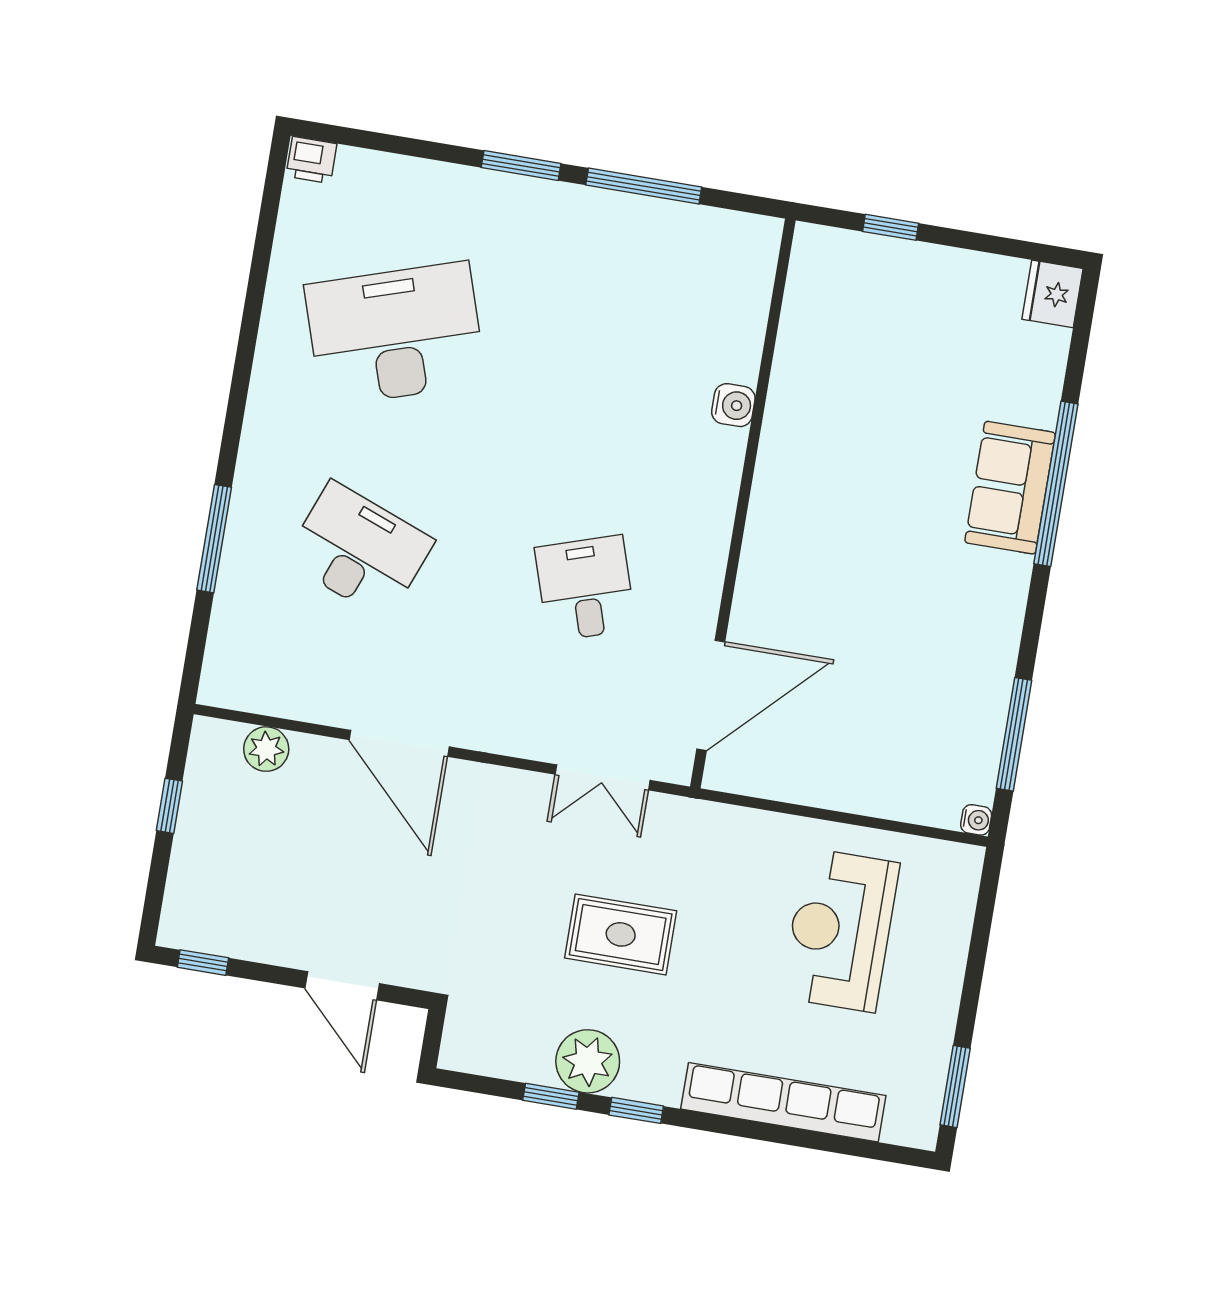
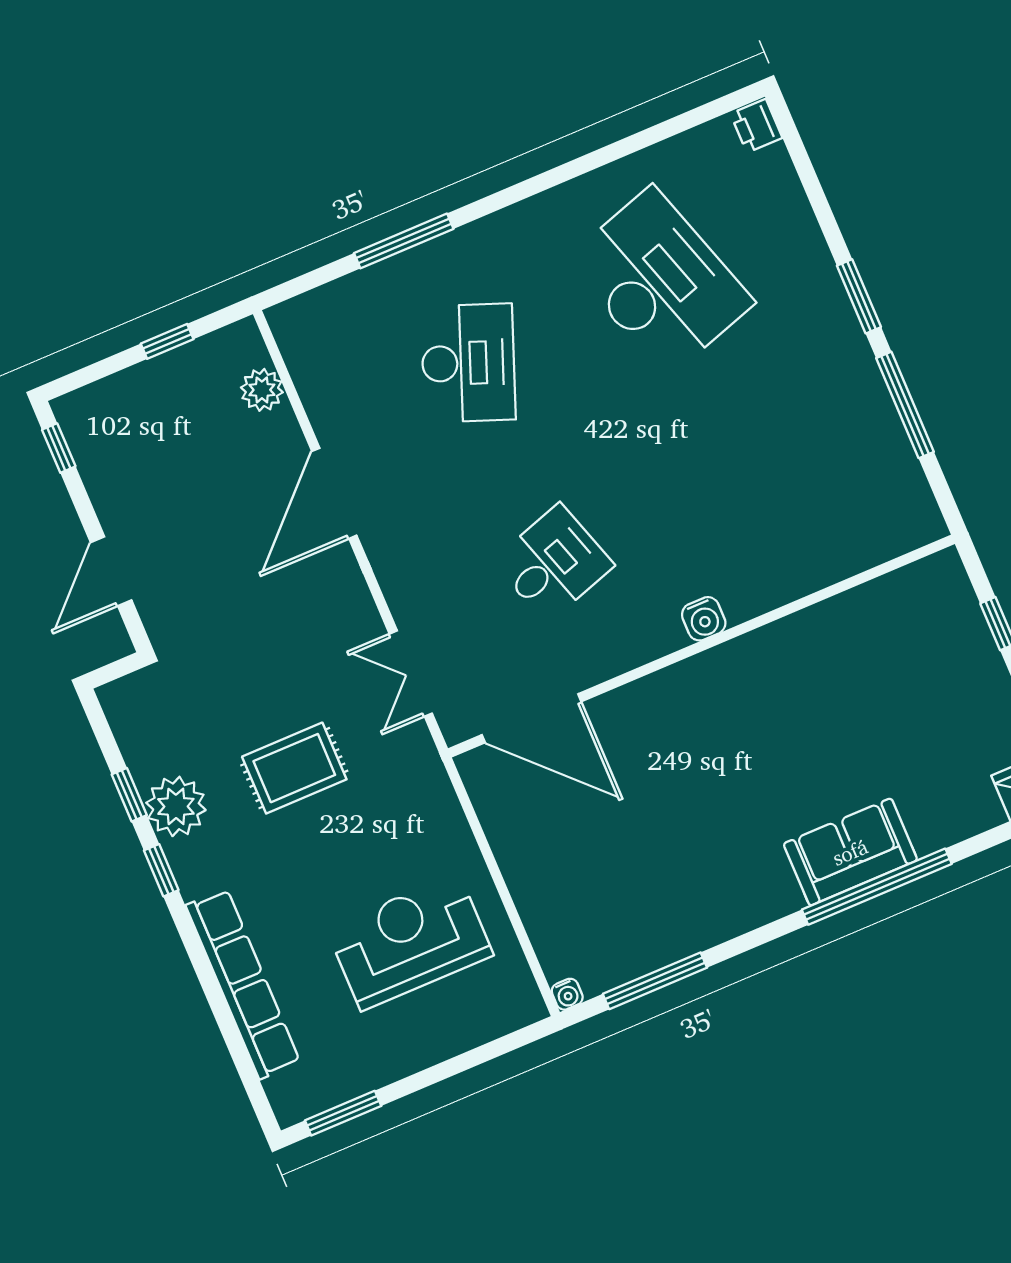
water cooler: (733, 405) -> (704, 619), moved
rug: (621, 934) -> (294, 768), turned 90

